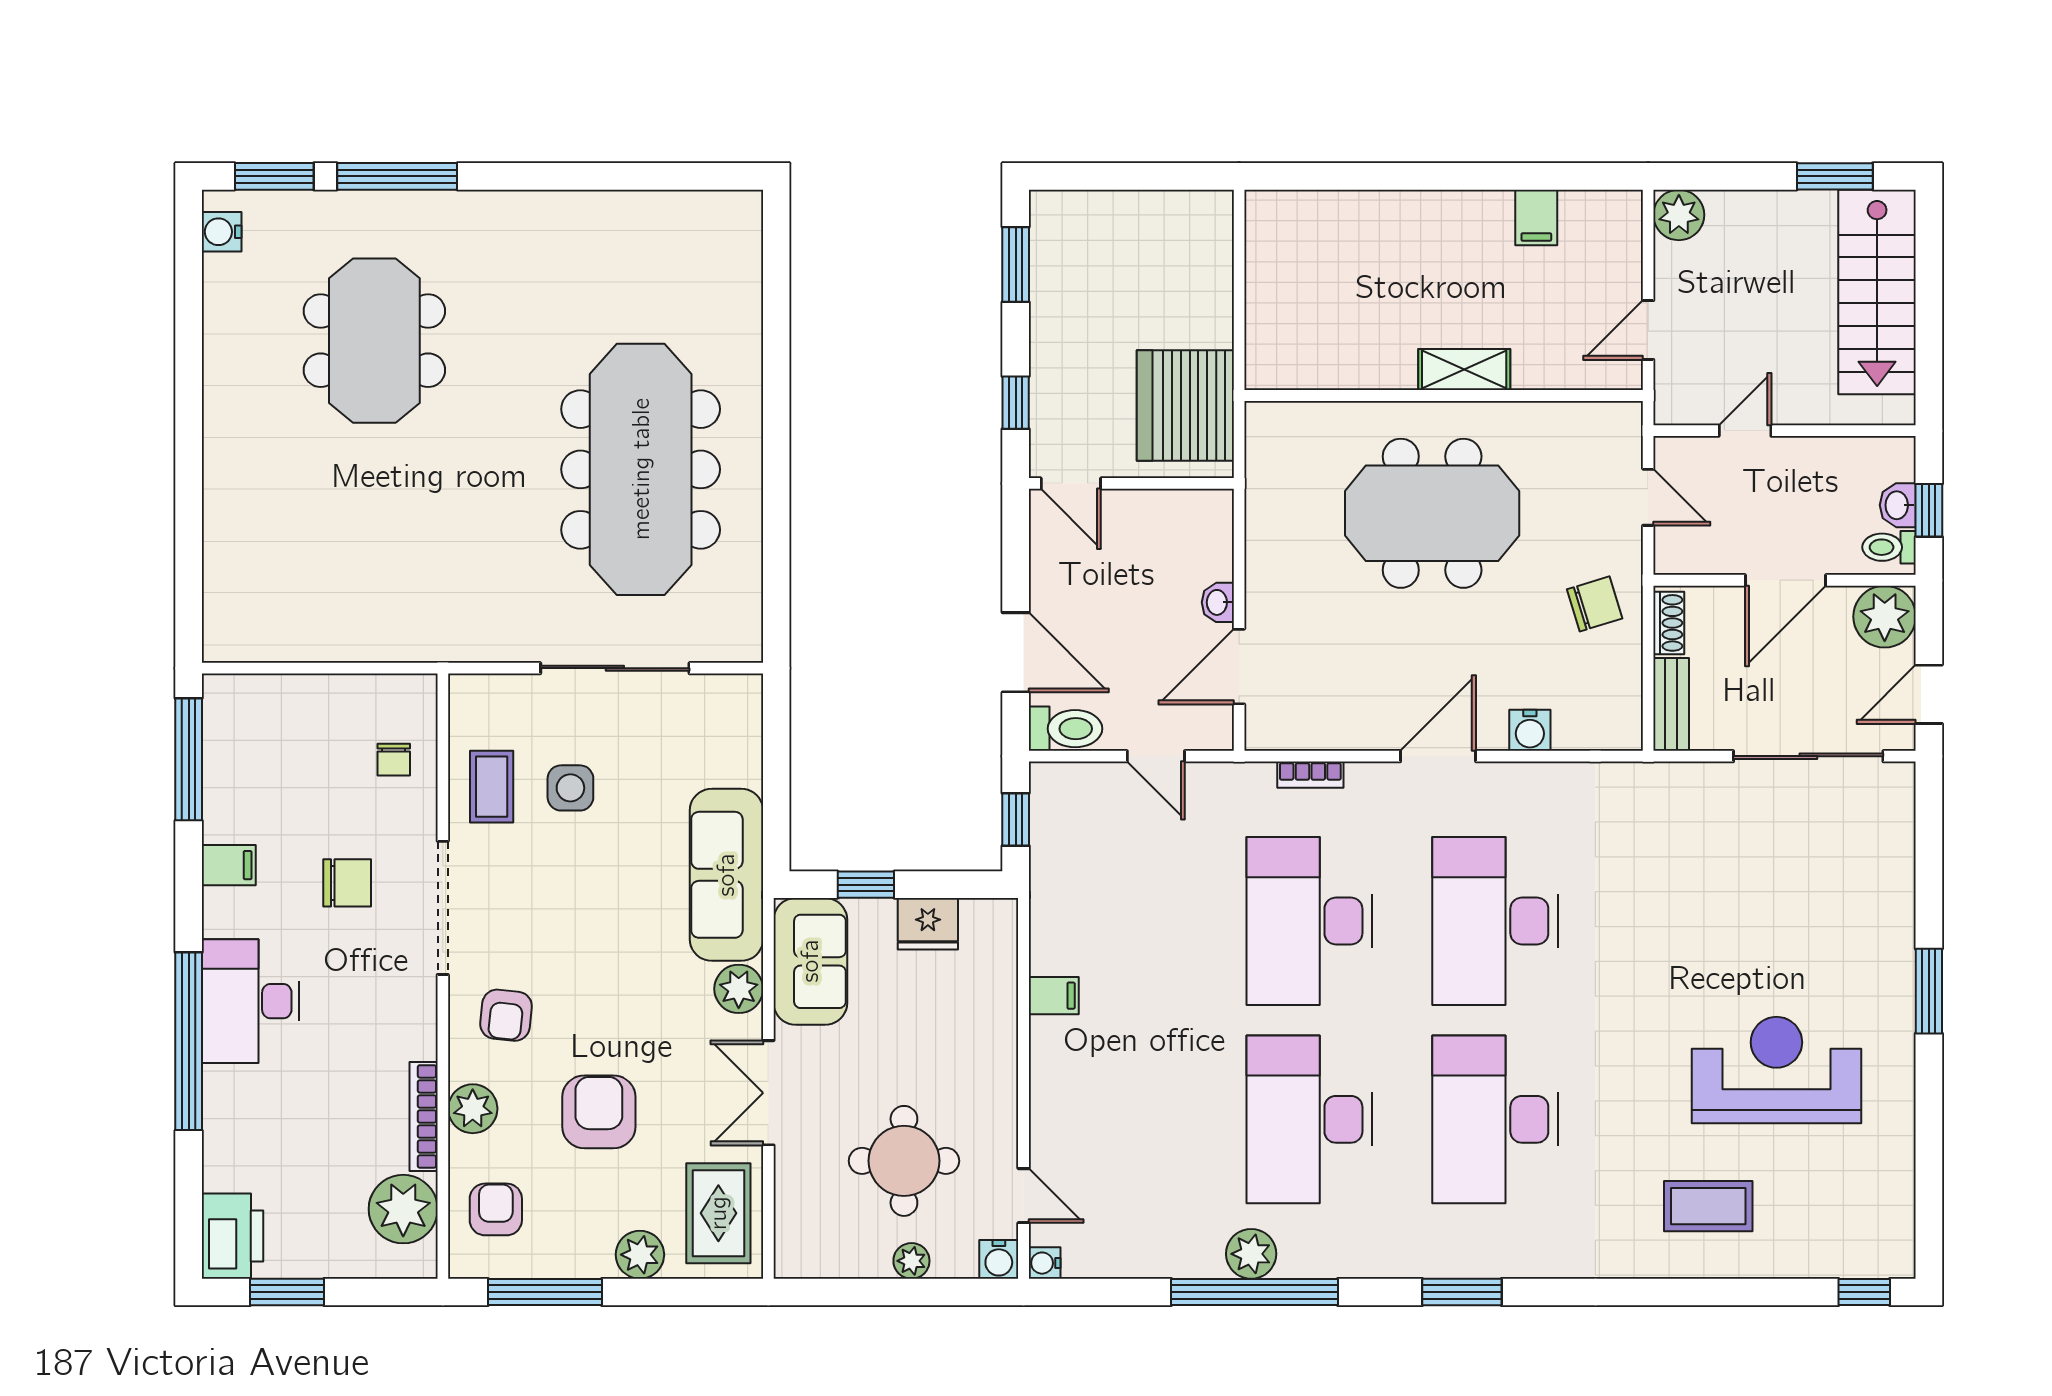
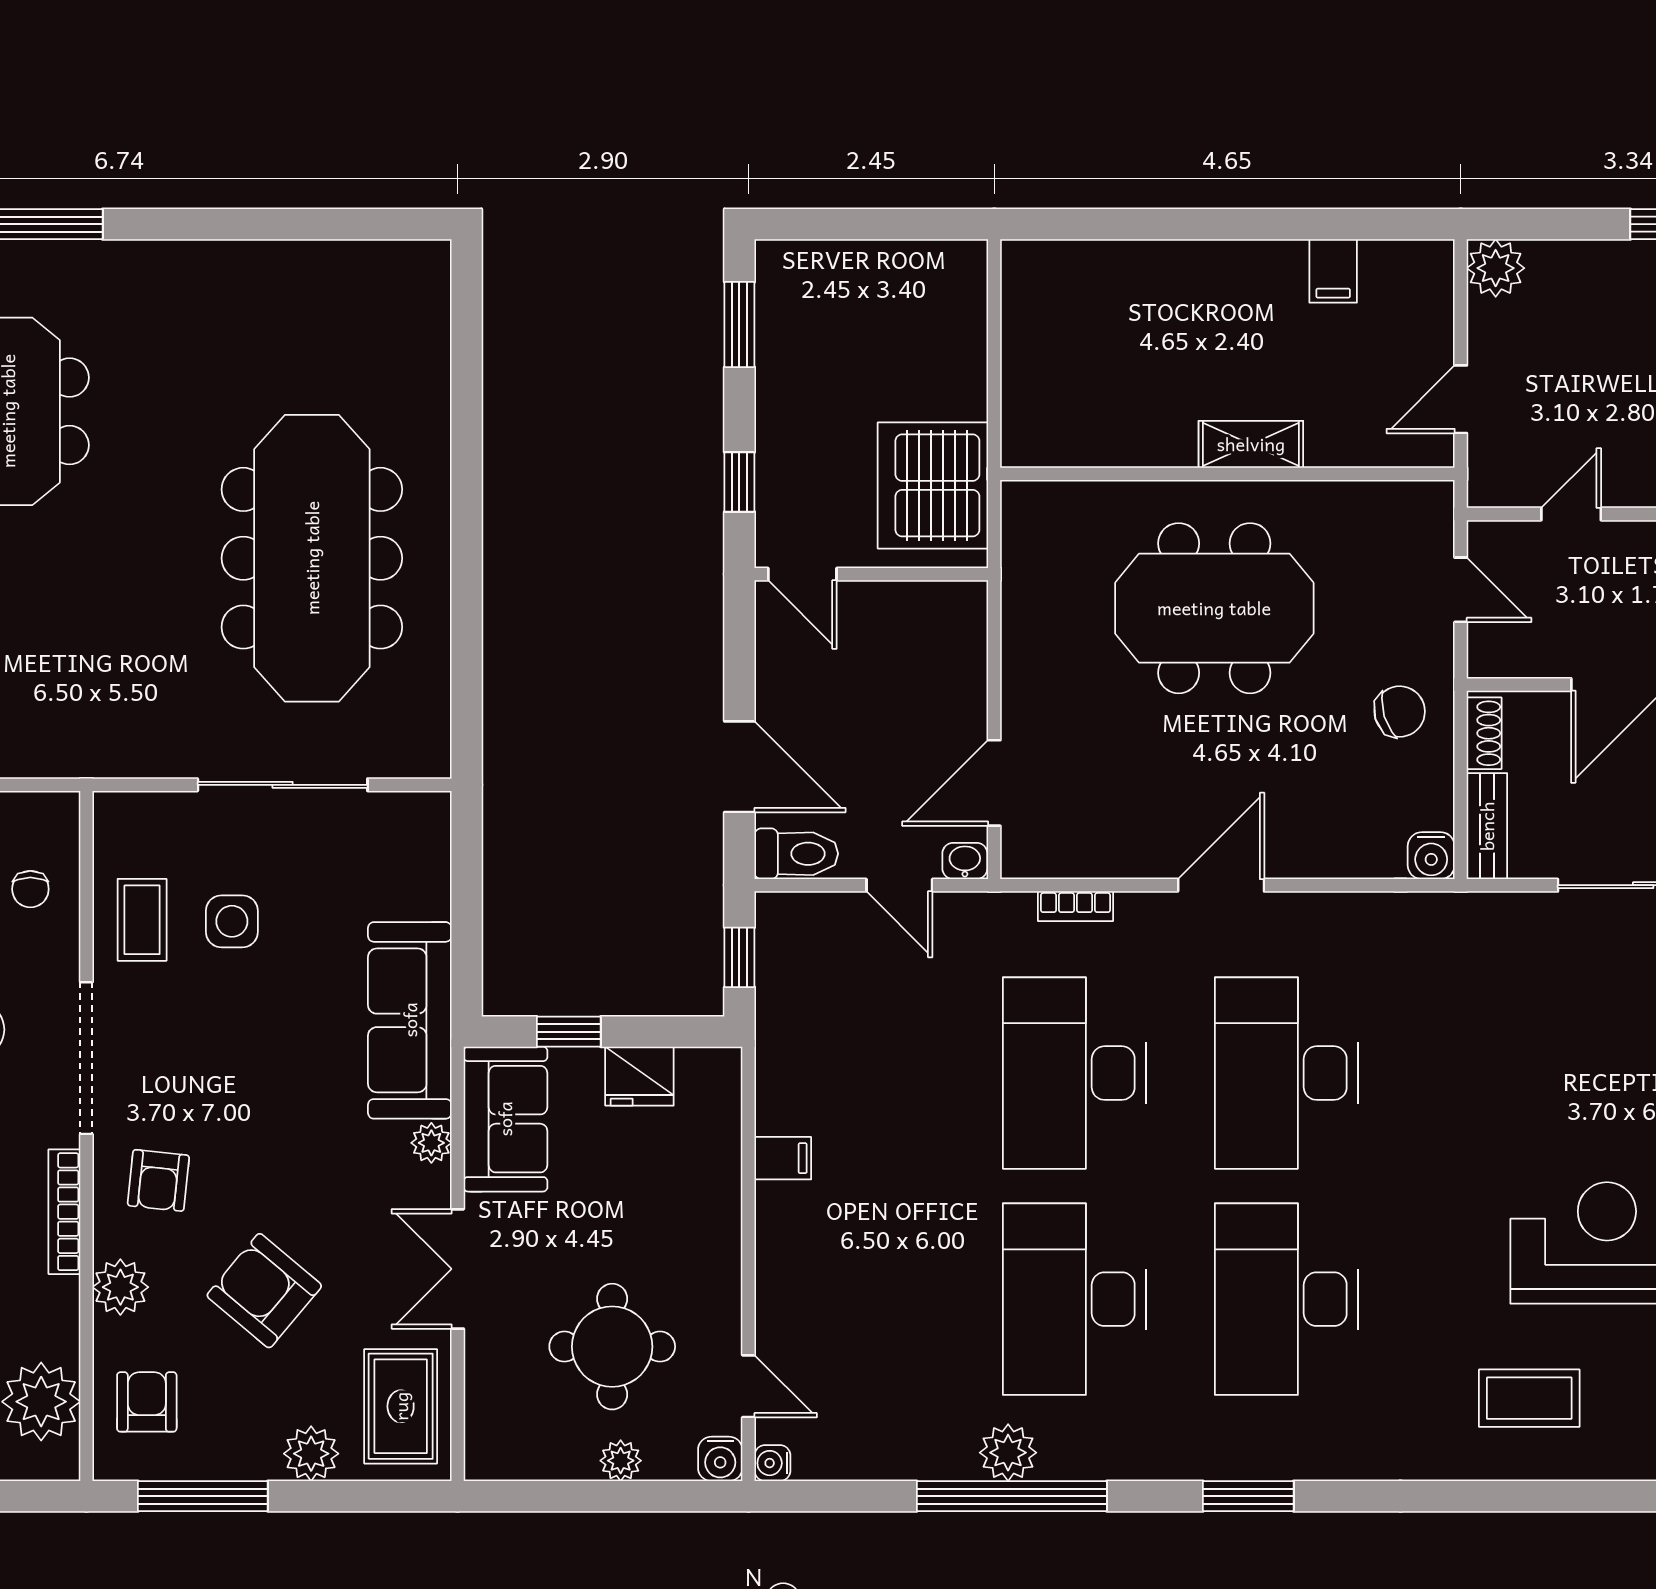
washbasin: (1218, 602) -> (965, 861), moved, turned 90
water cooler: (1530, 730) -> (1431, 856), moved
plant: (739, 989) -> (431, 1143), width x0.73, depth x0.73
armchair: (599, 1112) -> (264, 1291), turned -50
bookcase: (424, 1116) -> (64, 1212), moved

